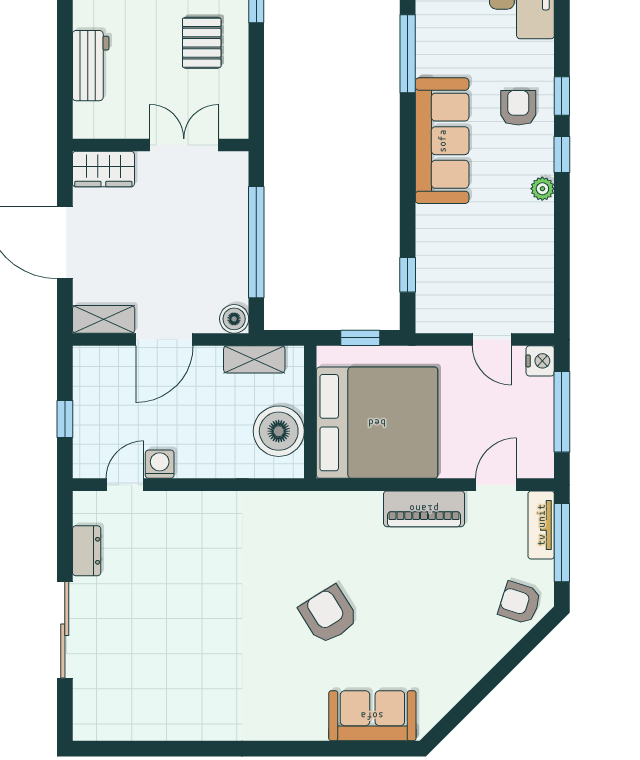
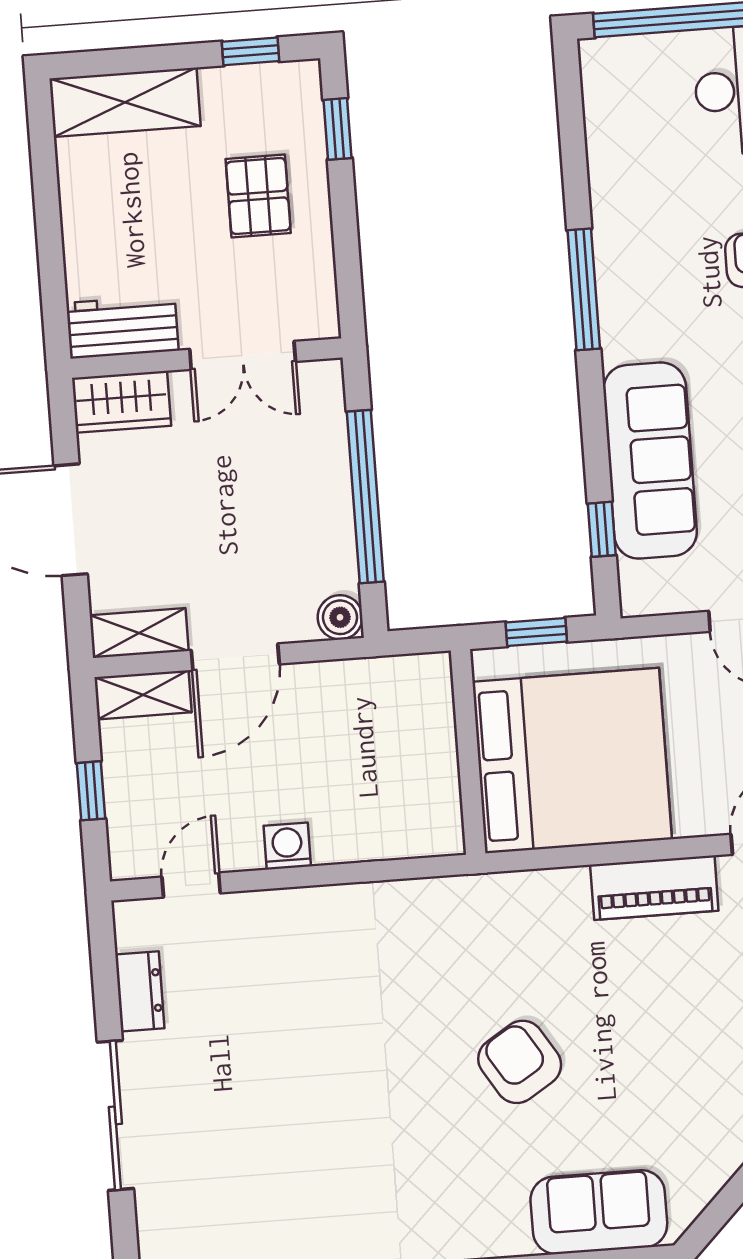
window: (408, 54) -> (584, 289), moved
workbench: (91, 66) -> (122, 327), moved, turned -90
sofa: (442, 141) -> (650, 461), moved
double door: (184, 145) -> (243, 355), swing flipped
shelving: (254, 359) -> (143, 695), moved
boiler: (279, 431) -> (422, 785), removed
washing machine: (160, 464) -> (287, 846), moved

